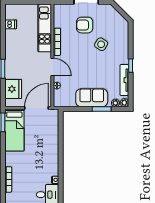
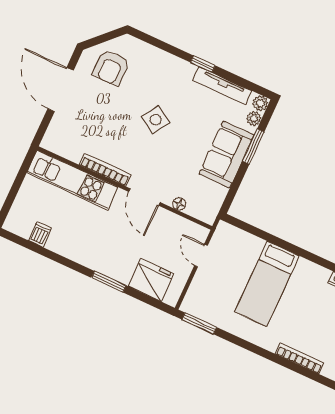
armchair: (85, 25) -> (111, 68), moved
side table: (101, 44) -> (156, 120), moved
door: (52, 67) -> (144, 197), swing flipped
door: (36, 108) -> (201, 256), width x0.53
bed: (14, 130) -> (267, 284), moved, turned 90

